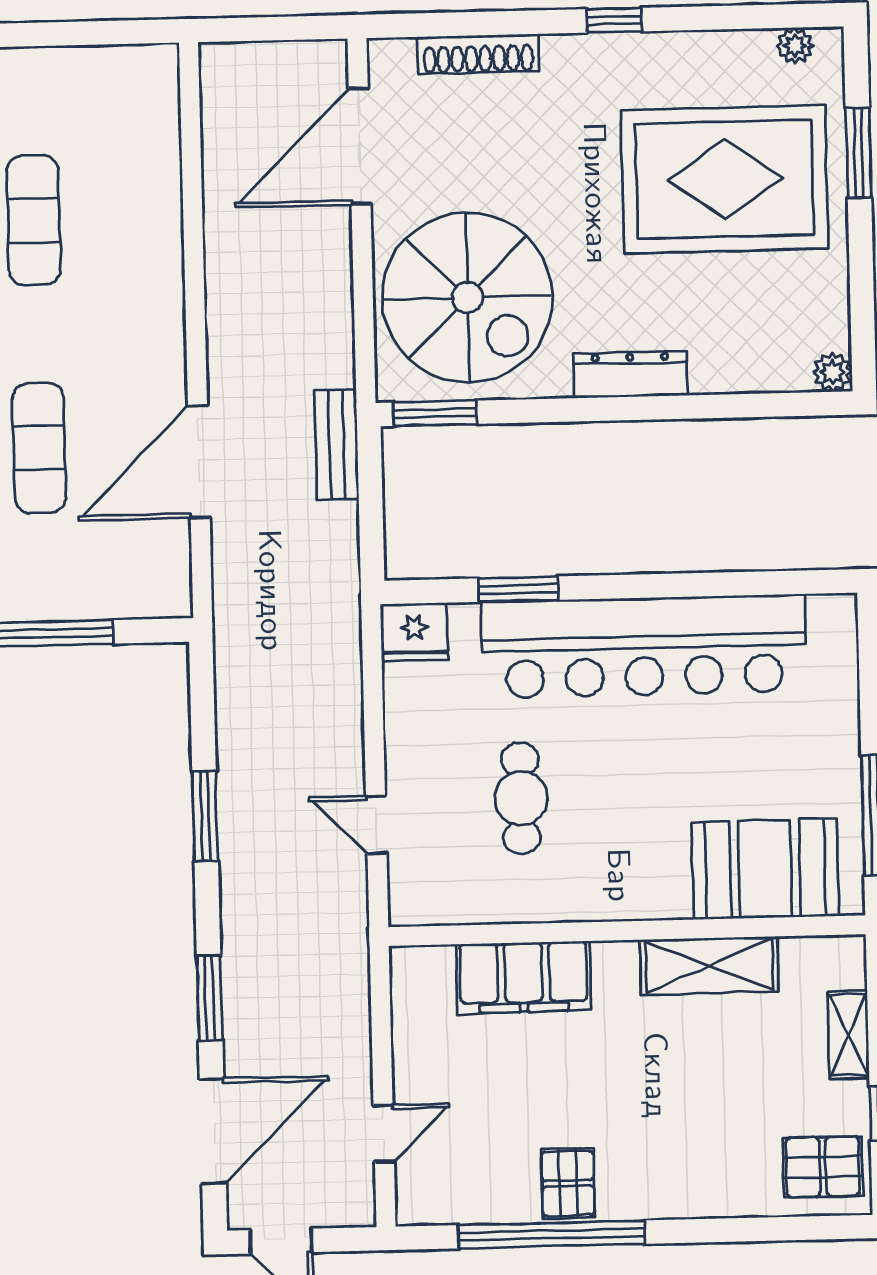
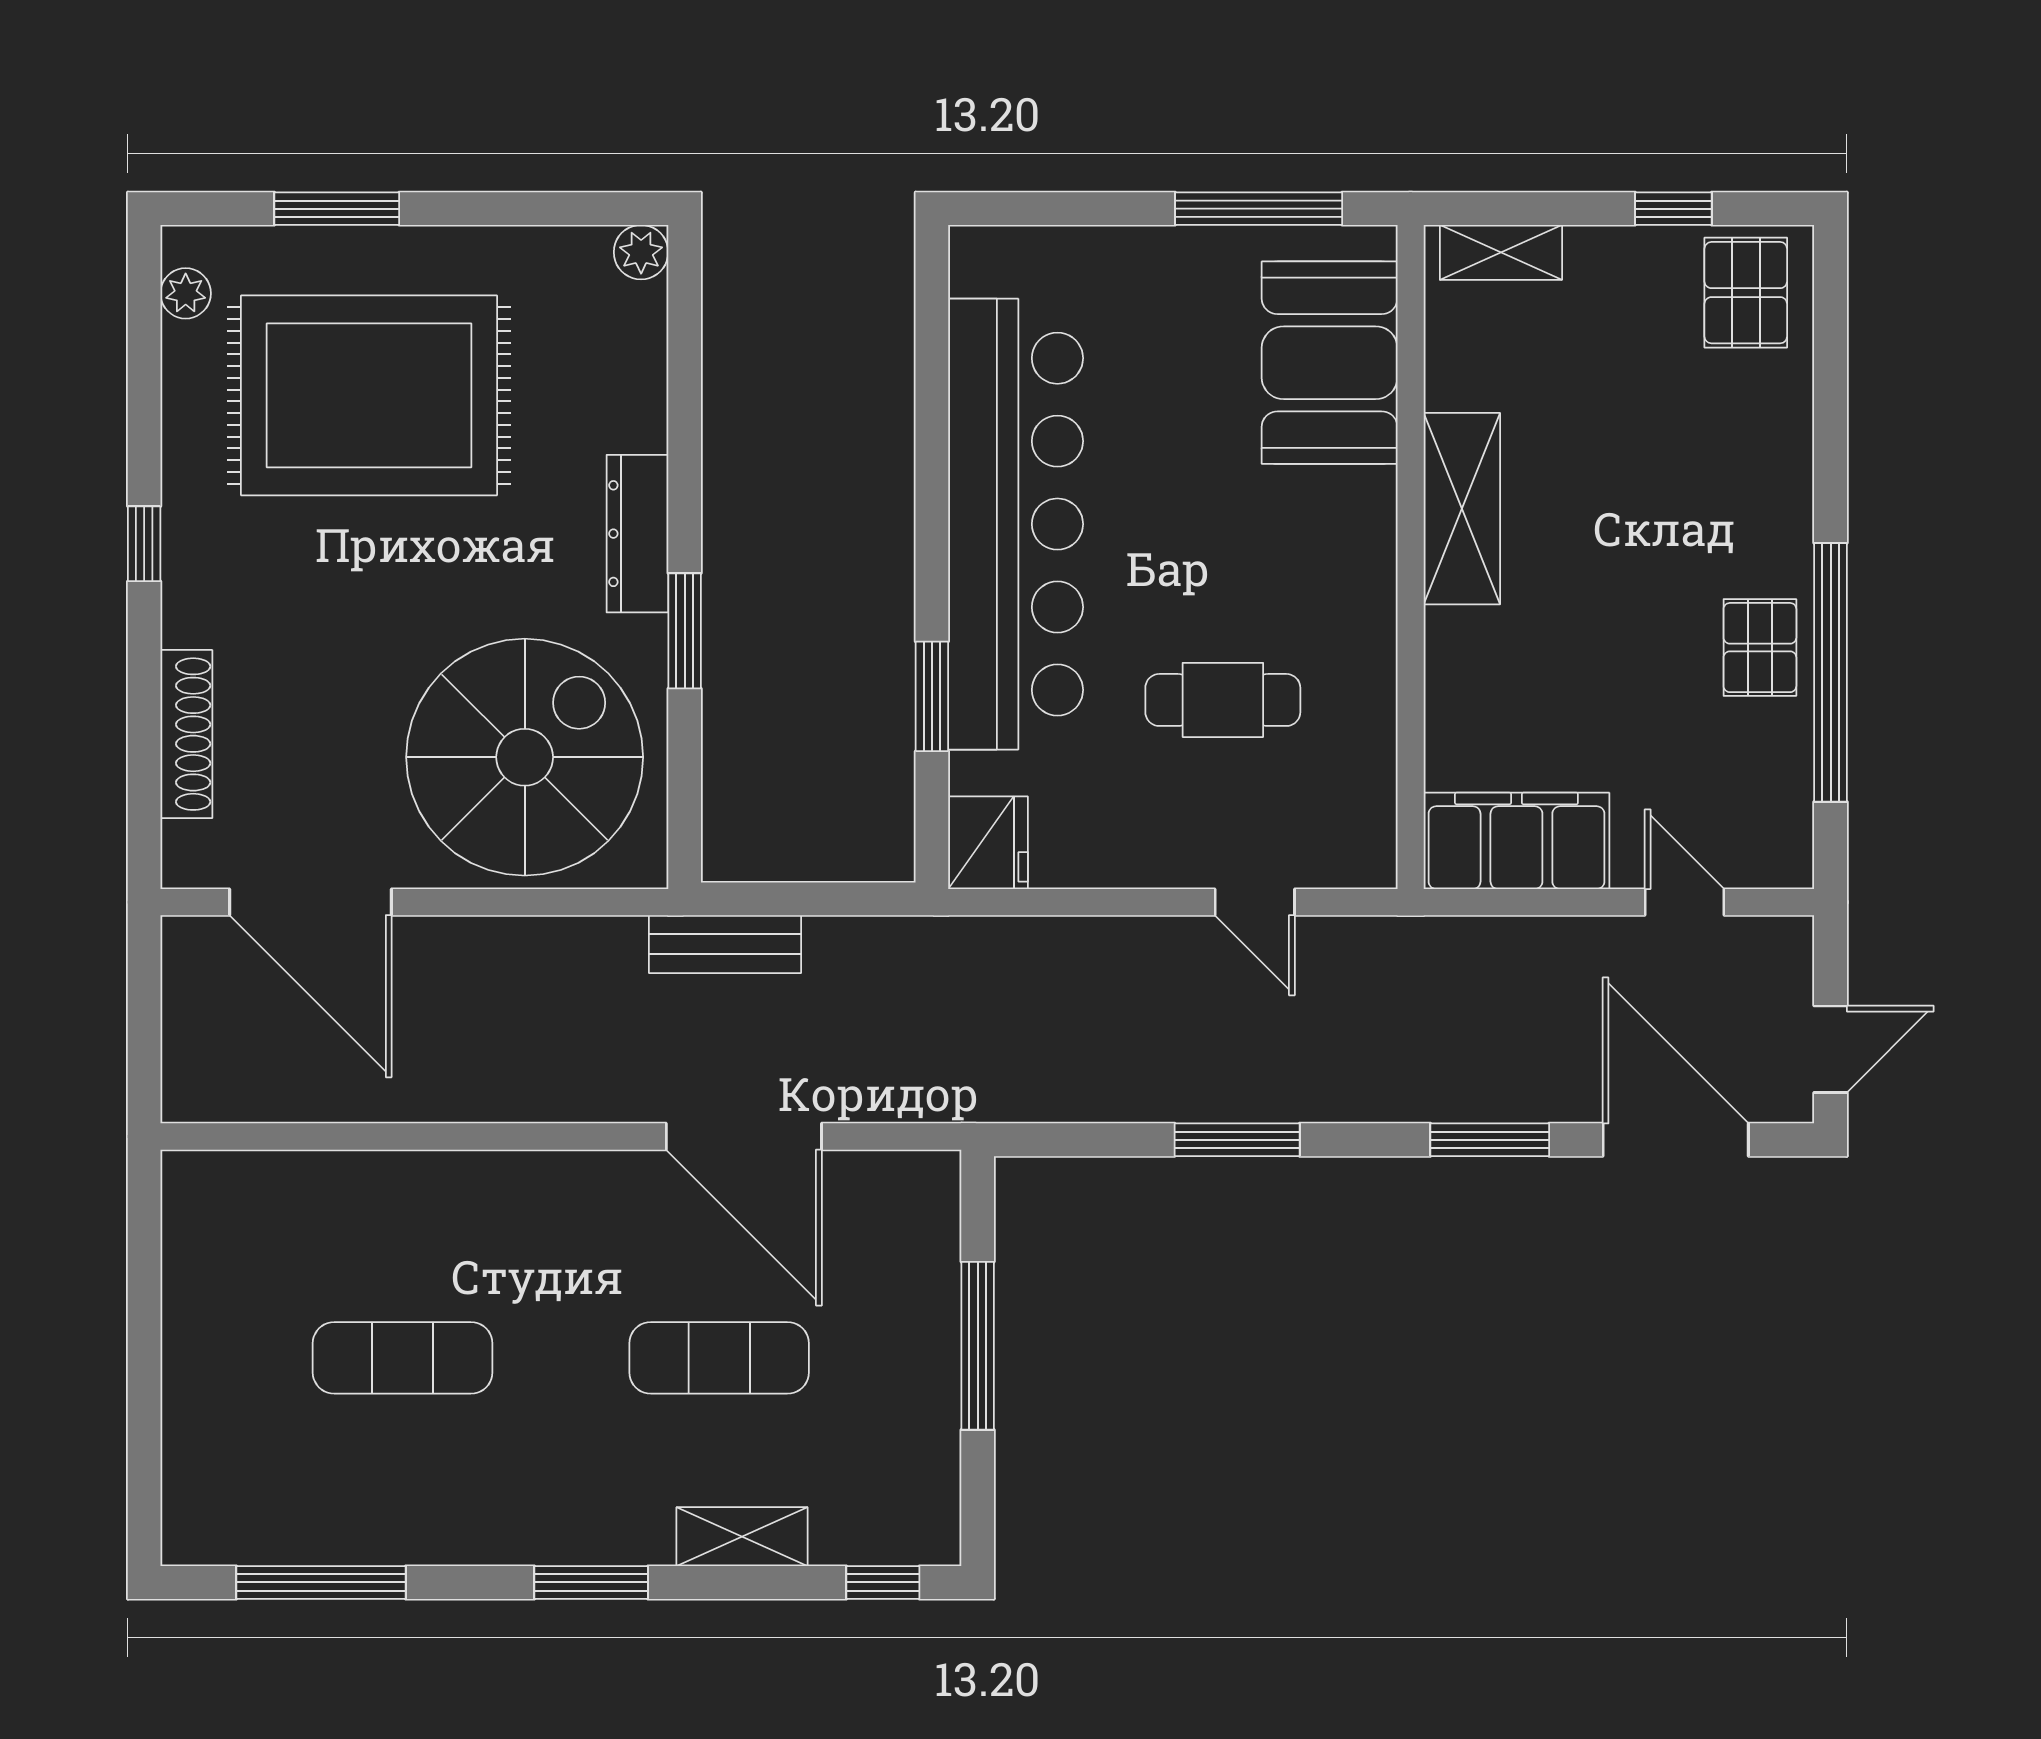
rug: (725, 179) -> (369, 395), turned 90
window: (435, 413) -> (685, 631), moved
door: (376, 825) -> (1255, 902), hinge flipped
shelving: (709, 966) -> (1462, 509), moved
filing cabinet: (524, 977) -> (1516, 841), moved, turned -90
shelving: (849, 1035) -> (1501, 252), moved
pallet: (568, 1183) -> (1760, 648), turned 90

